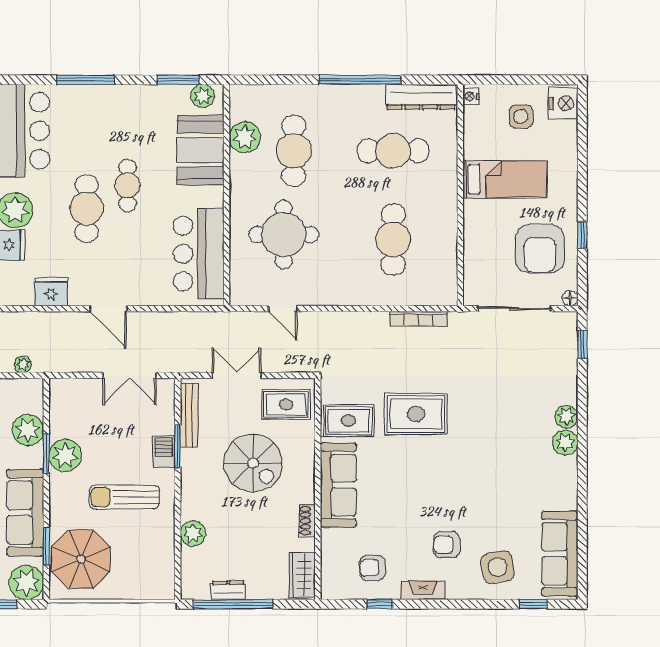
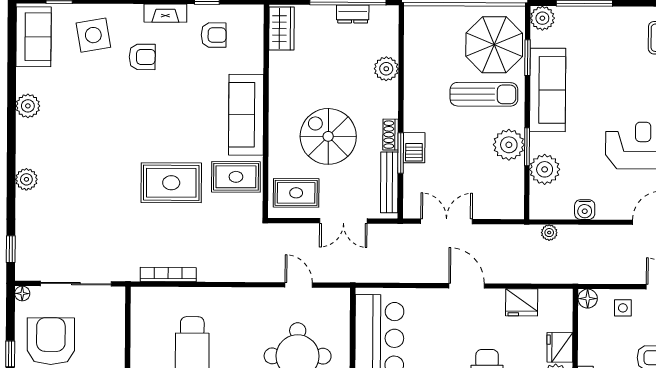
plant: (565, 443) -> (28, 106), moved
sun lounger: (124, 497) -> (484, 94), moved
shoe rack: (307, 521) -> (391, 135), moved, turned 180
sofa: (560, 554) -> (34, 37), width x0.73
plant: (26, 582) -> (542, 18), width x0.73, depth x0.73

